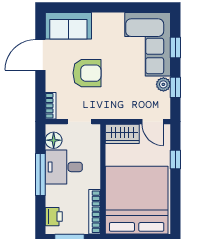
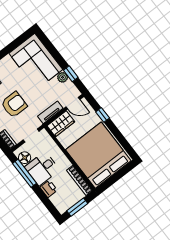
window: (175, 47) -> (53, 51), removed
tv unit: (120, 112) -> (50, 112), added
window: (40, 175) -> (24, 173), moved
printer: (54, 217) -> (49, 189), moved

